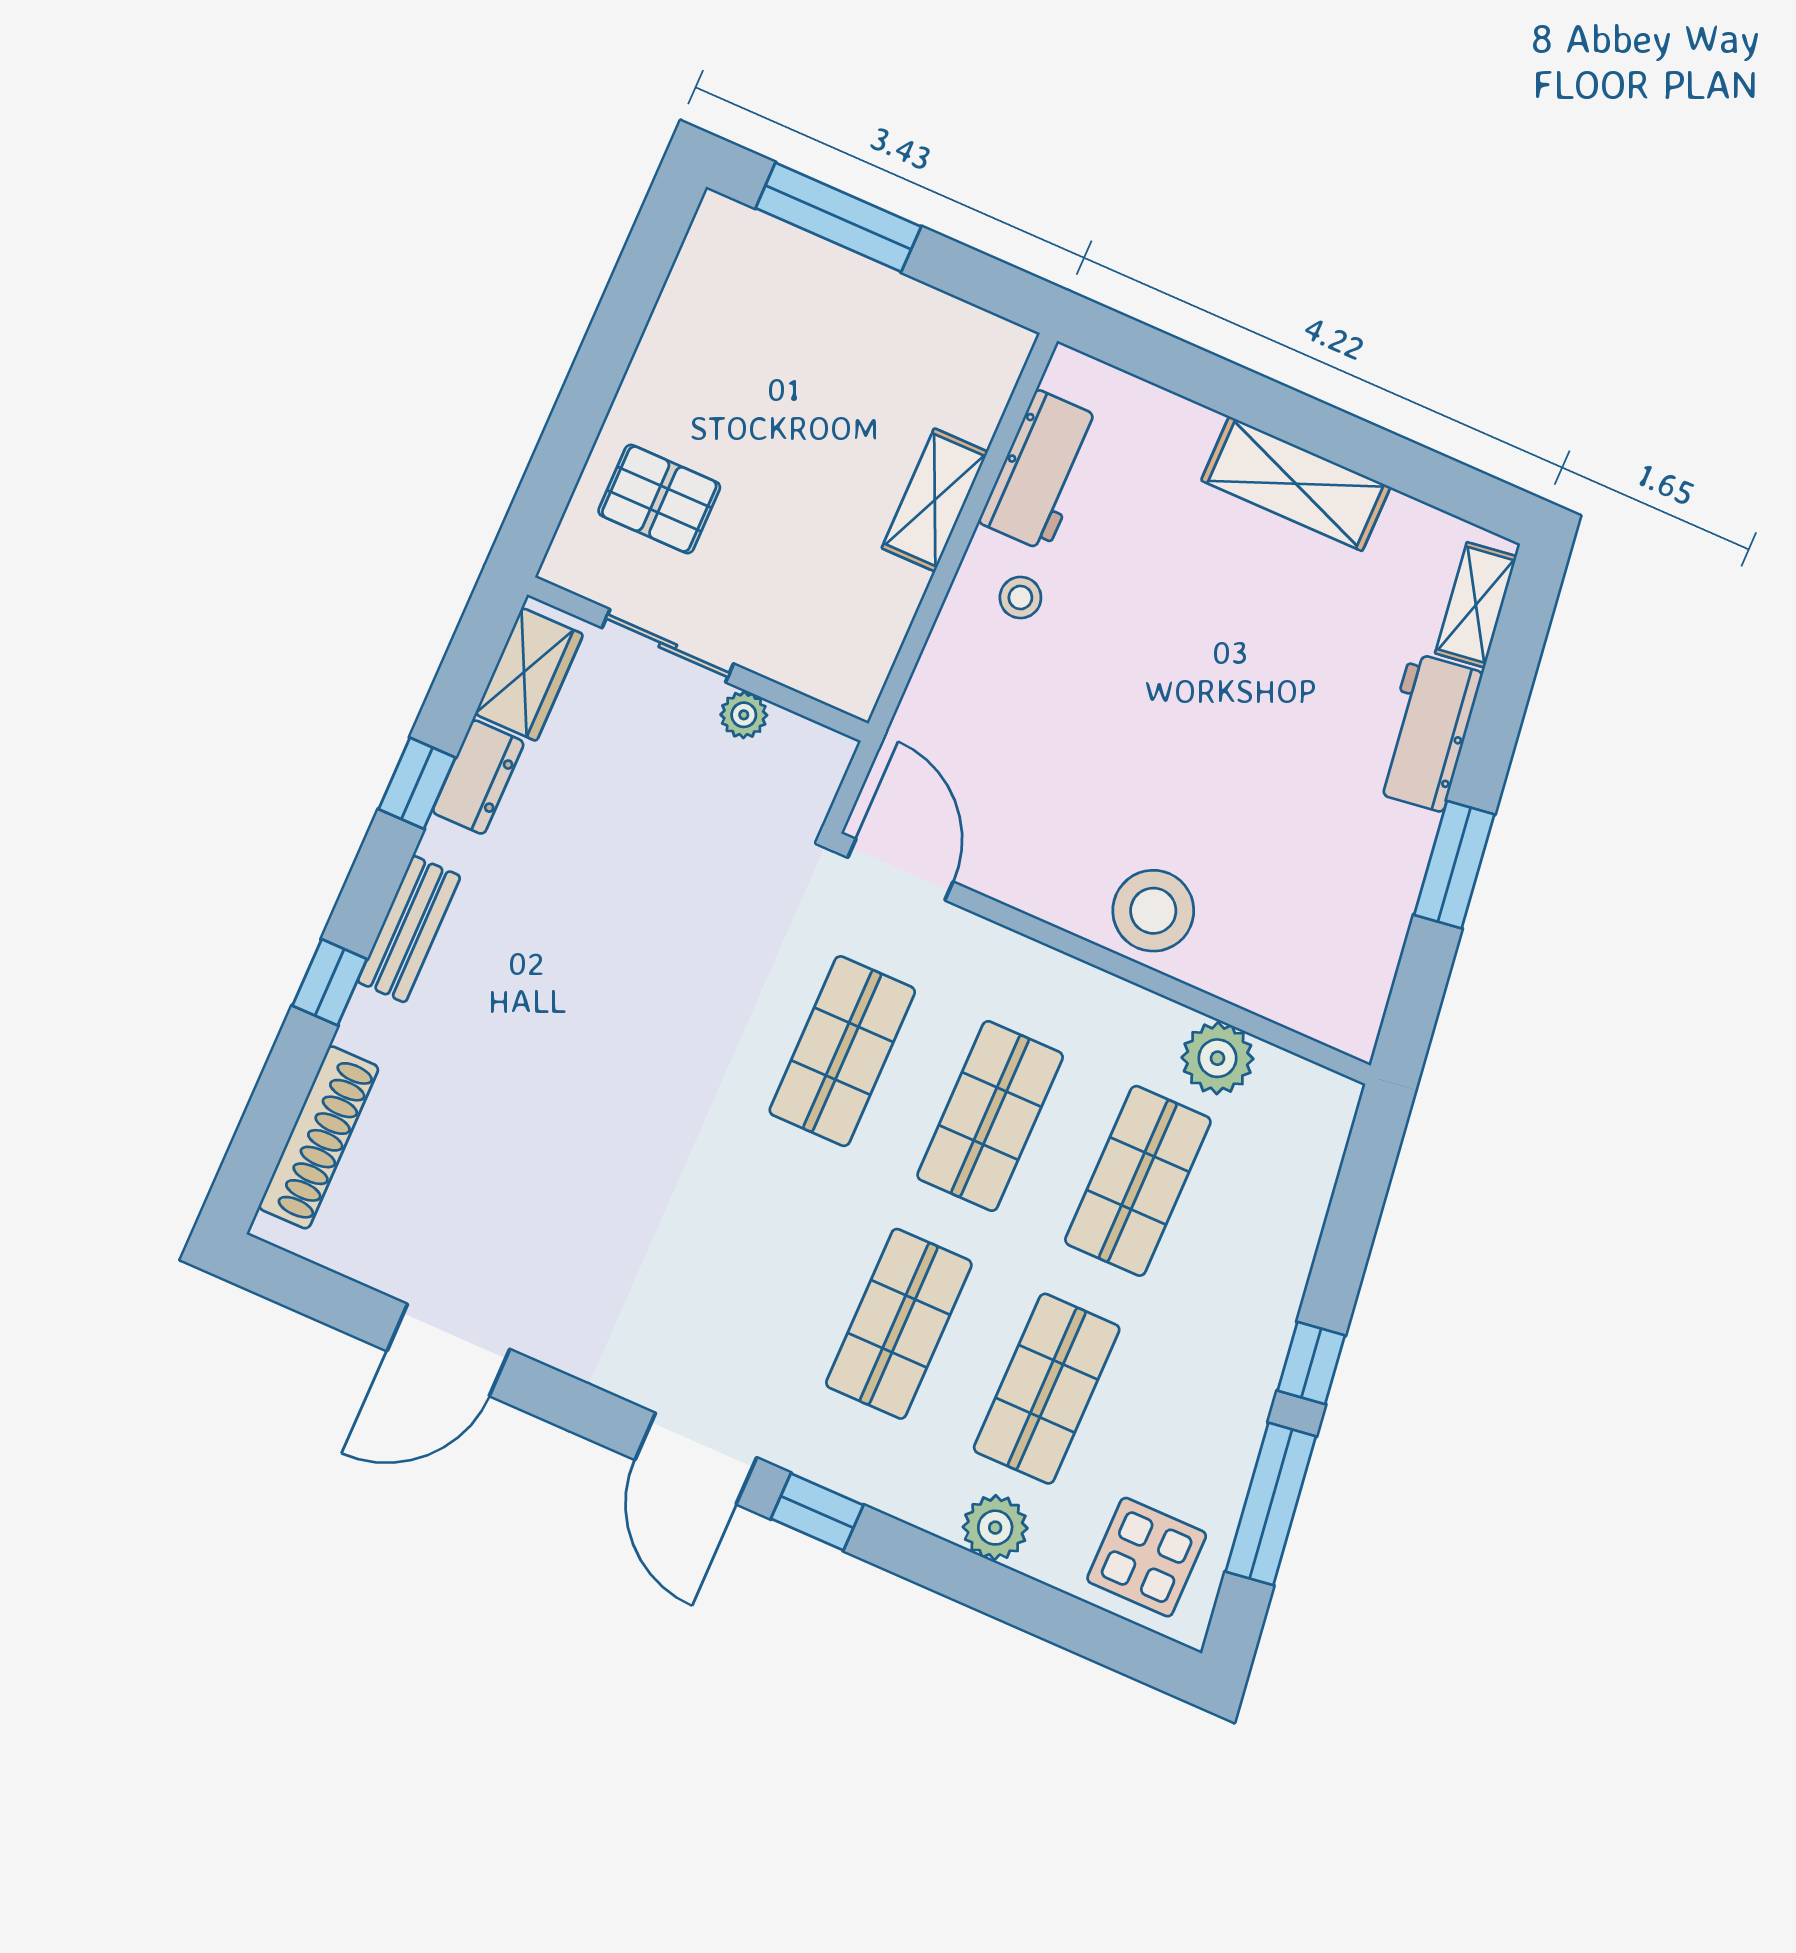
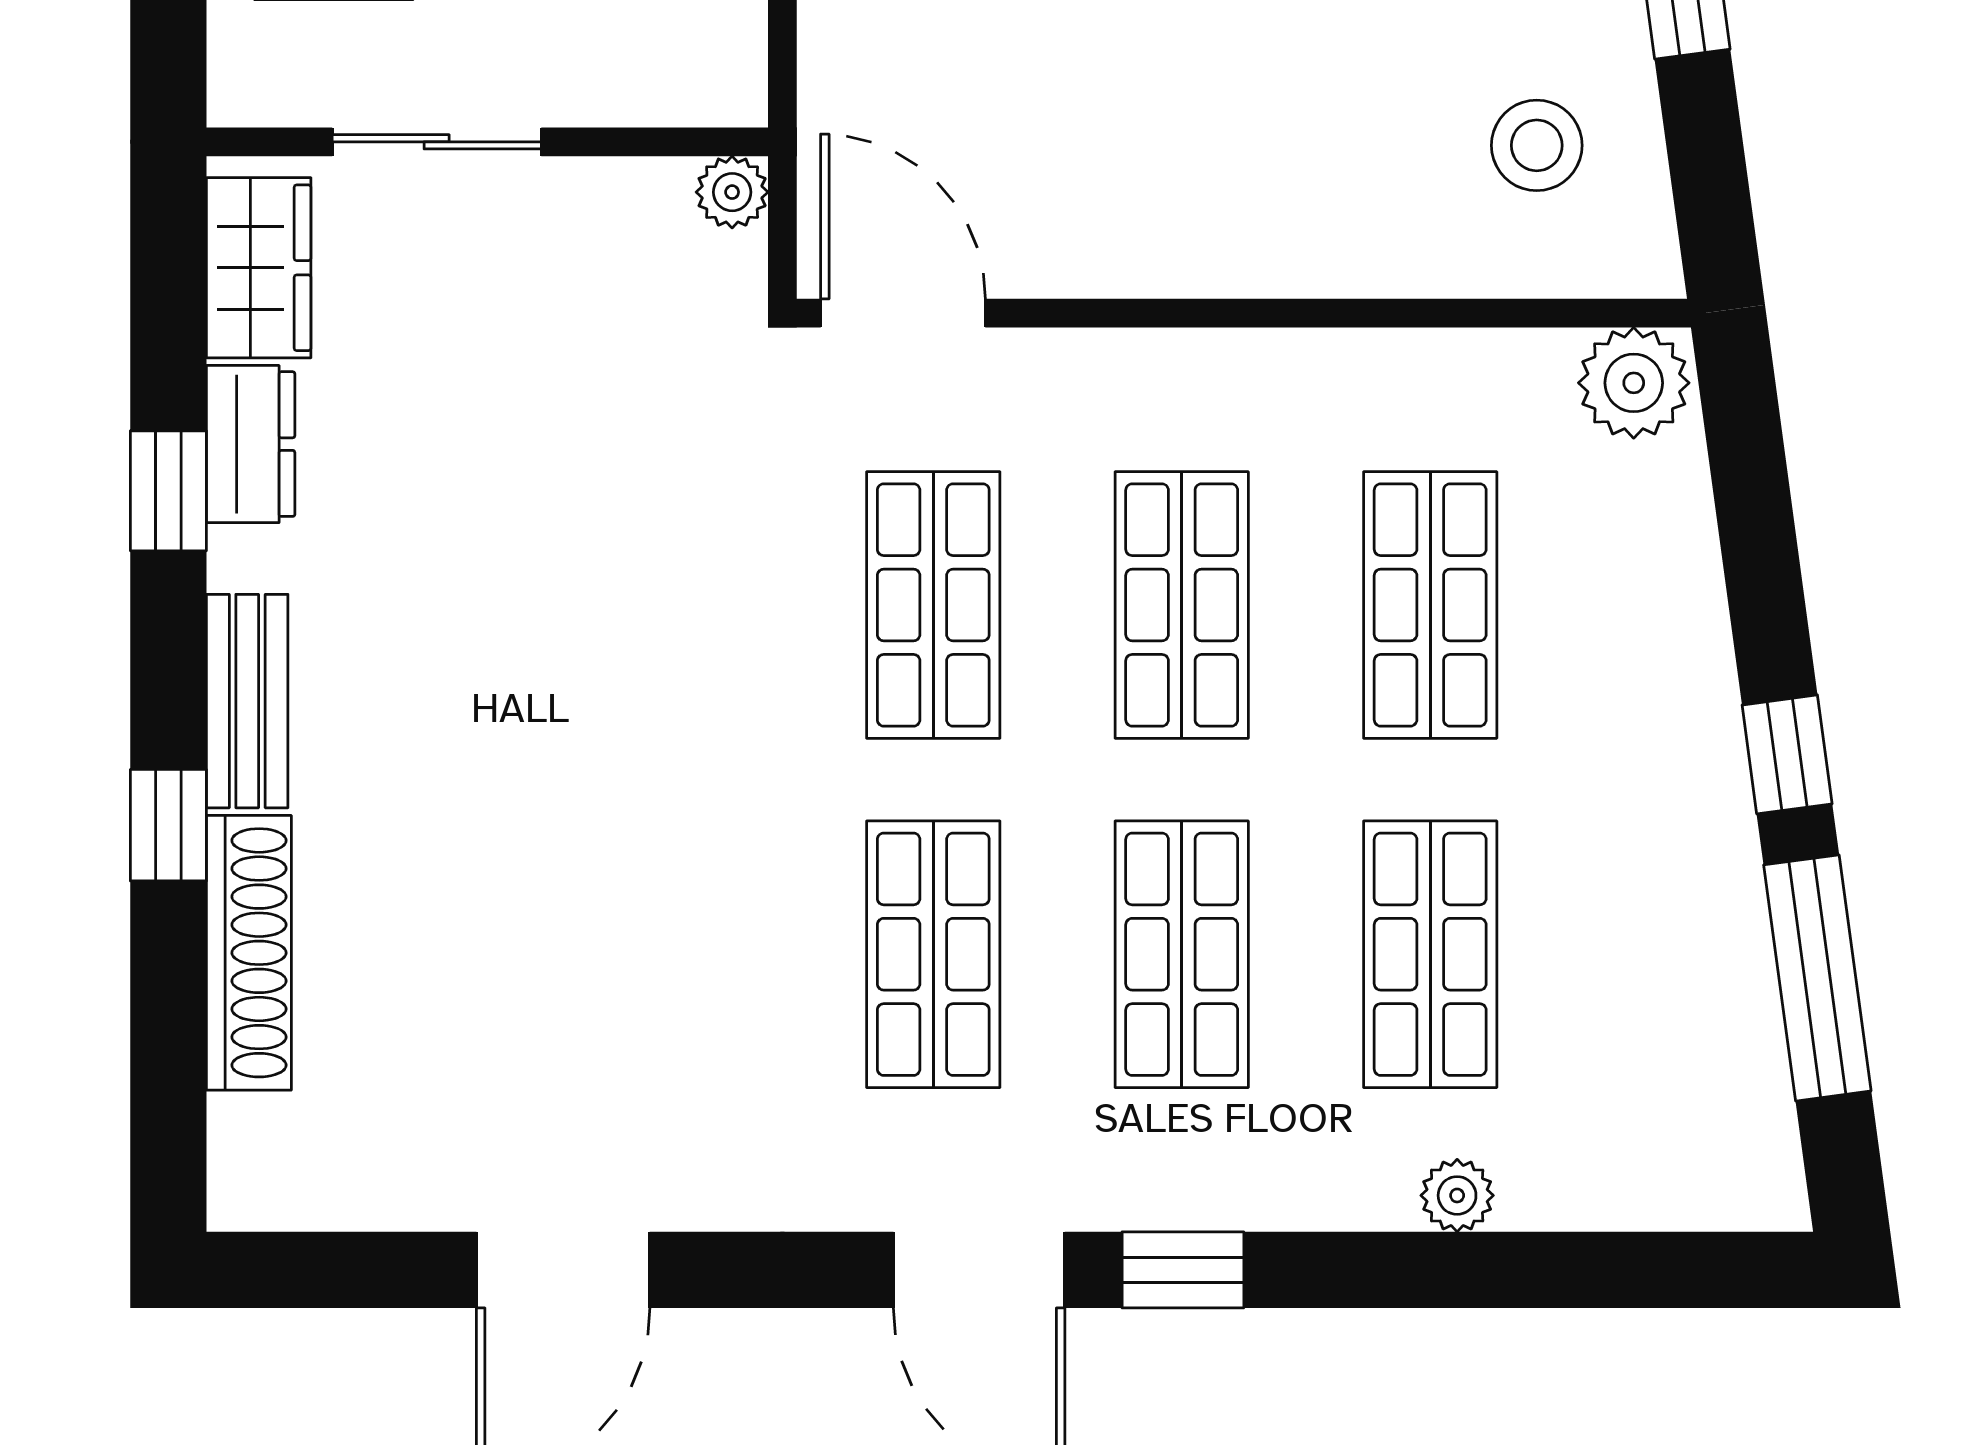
plant: (744, 715) -> (732, 192), moved
stool: (1153, 911) -> (1537, 145), moved, width x0.73, depth x0.73
plant: (1217, 1058) -> (1634, 383), moved
shoe rack: (319, 1137) -> (249, 953), moved
shop shelf: (751, 1259) -> (933, 954), added
plant: (995, 1528) -> (1457, 1195), width x0.73, depth x0.73
display table: (1147, 1557) -> (1675, 1130), removed

